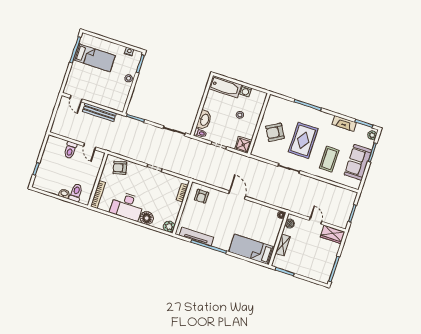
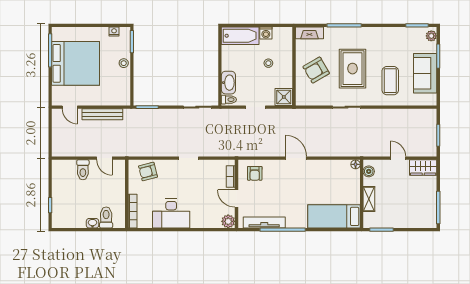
bed: (94, 58) -> (75, 63), width x2.04
fireplace: (344, 123) -> (309, 33), moved
door: (181, 211) -> (237, 198), added
floor lamp: (147, 218) -> (199, 220), removed

